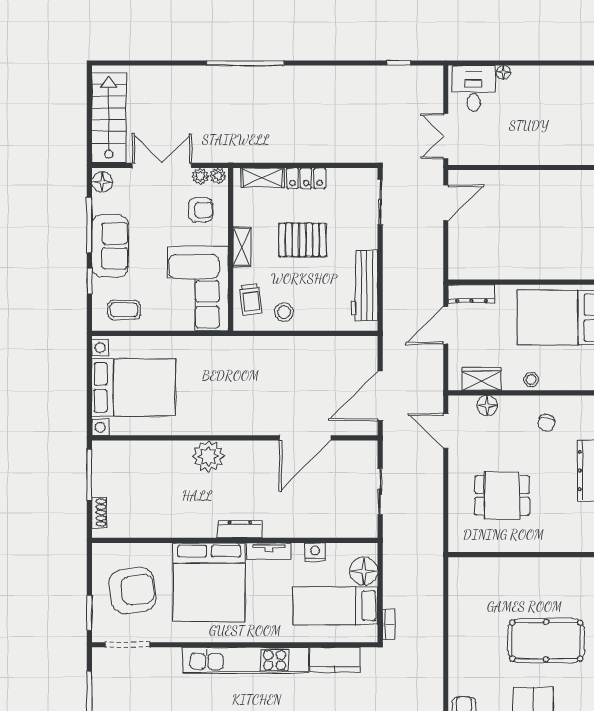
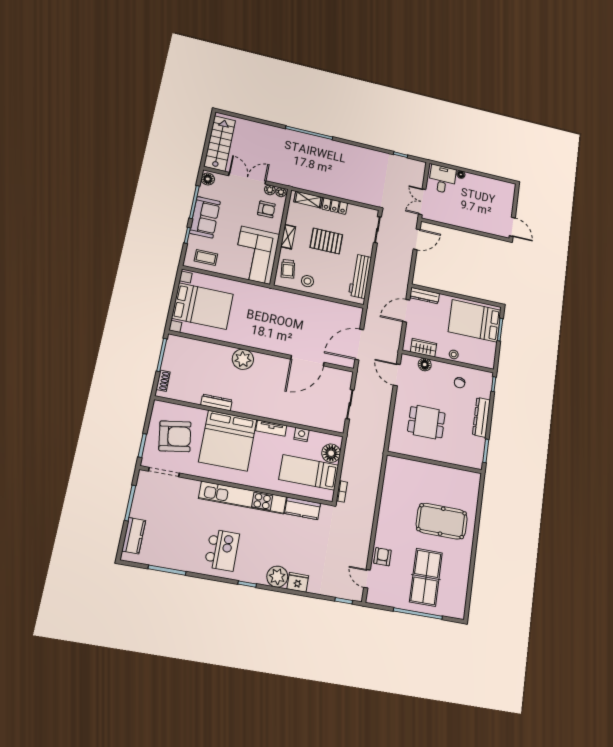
dresser: (240, 529) -> (216, 402), moved

